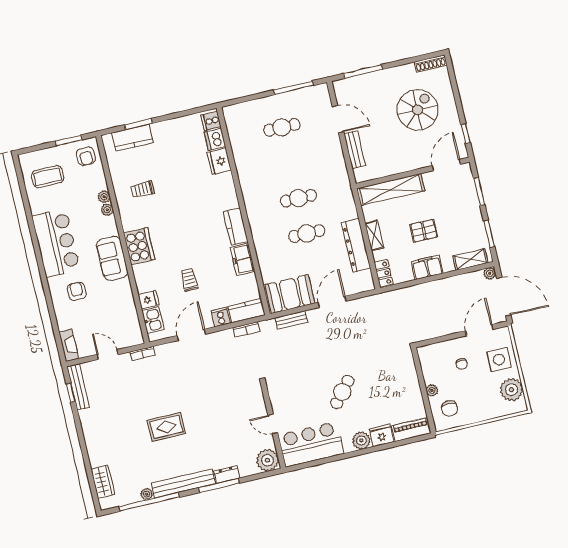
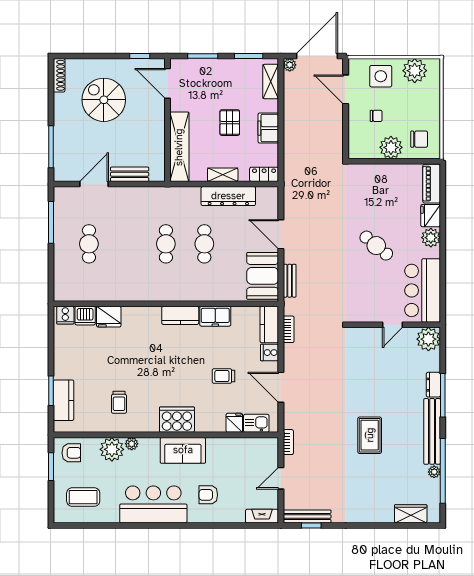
coffee table: (48, 177) -> (83, 497), turned 90
plant: (104, 197) -> (112, 449), width x1.87, depth x1.87
plant: (432, 390) -> (391, 147), width x1.88, depth x1.88

